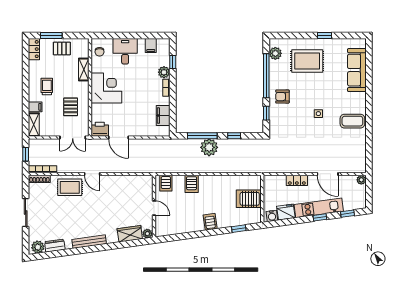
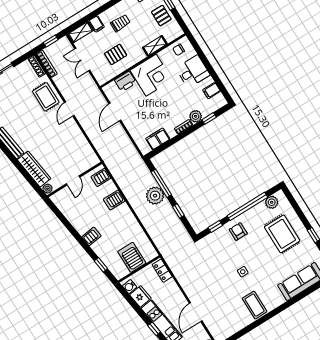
printer: (100, 129) -> (125, 81), moved, turned 90
double door: (73, 137) -> (82, 60), moved
locker: (297, 180) -> (162, 271), moved
wardrobe: (130, 234) -> (34, 169), width x1.50

